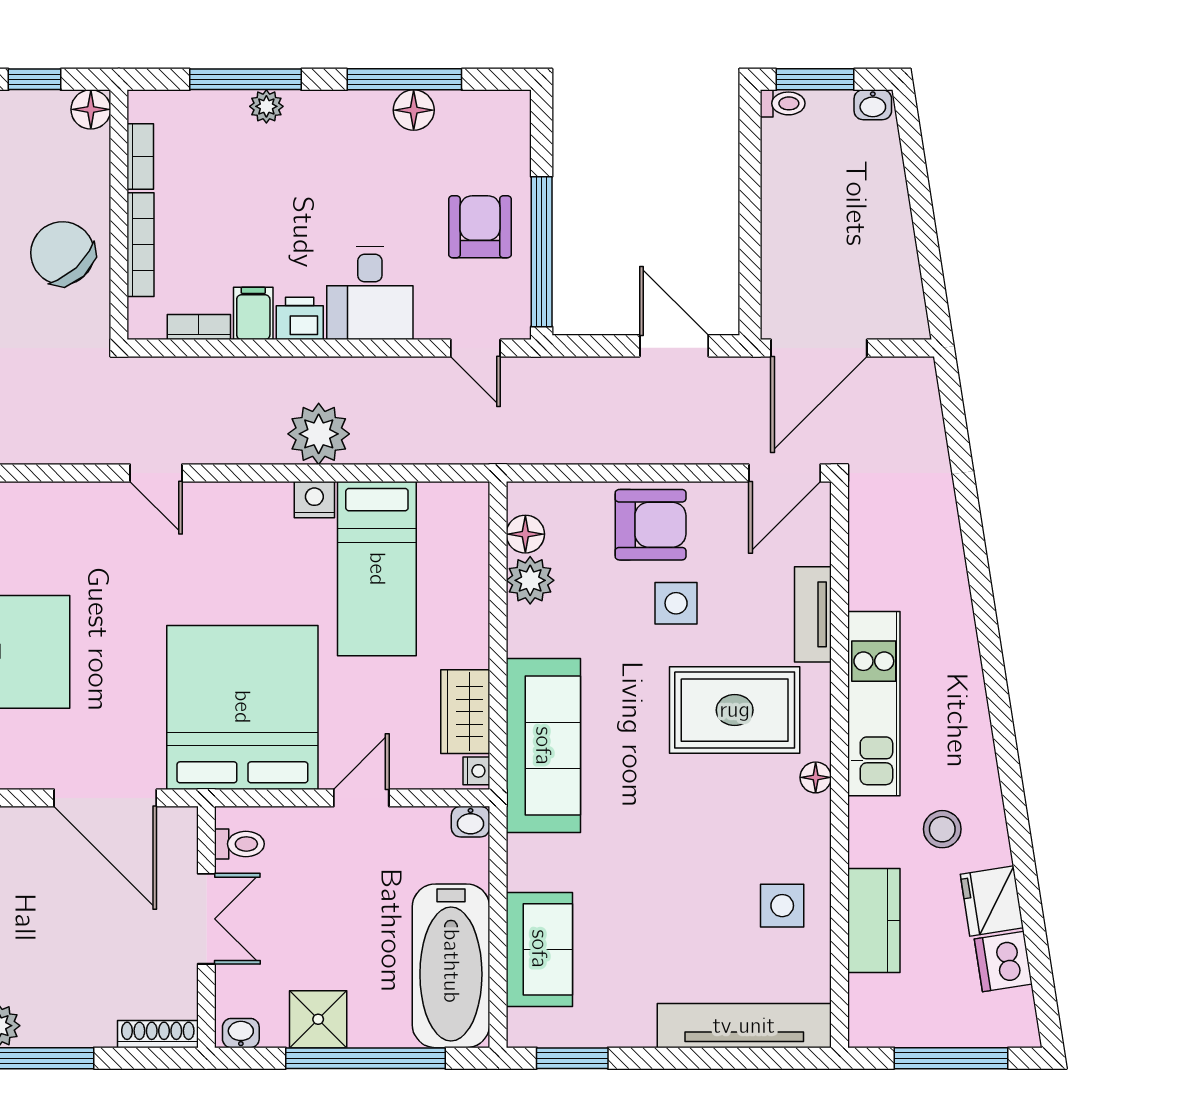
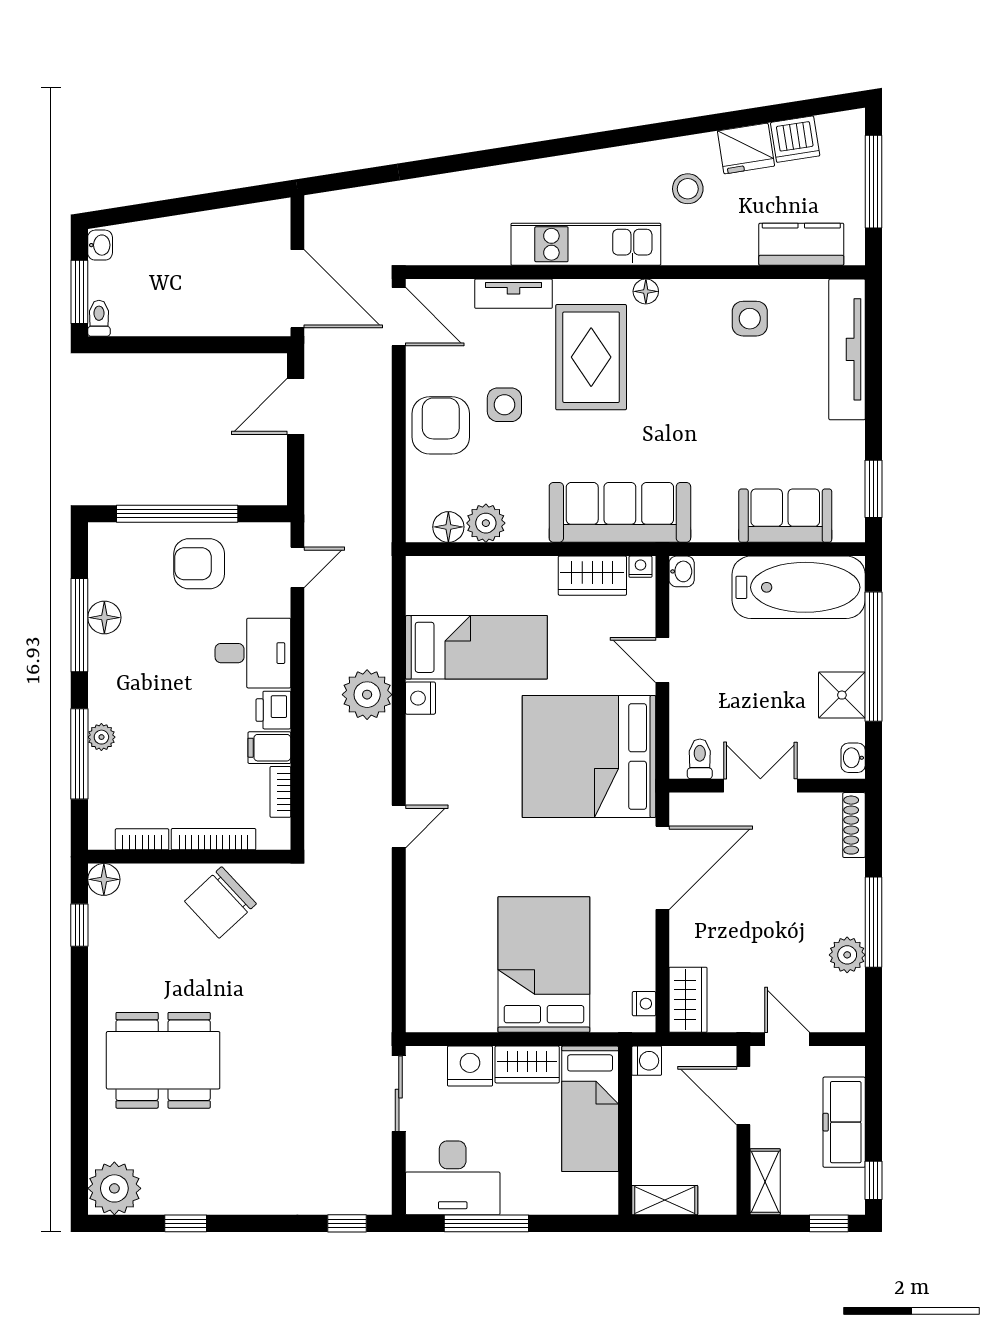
window: (542, 252) -> (177, 514), moved
kitchen counter: (874, 921) -> (801, 244), moved

